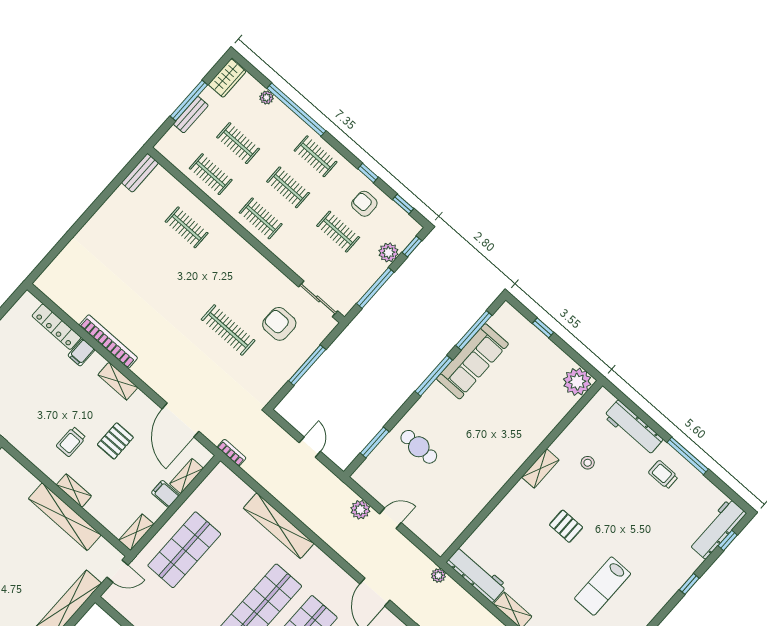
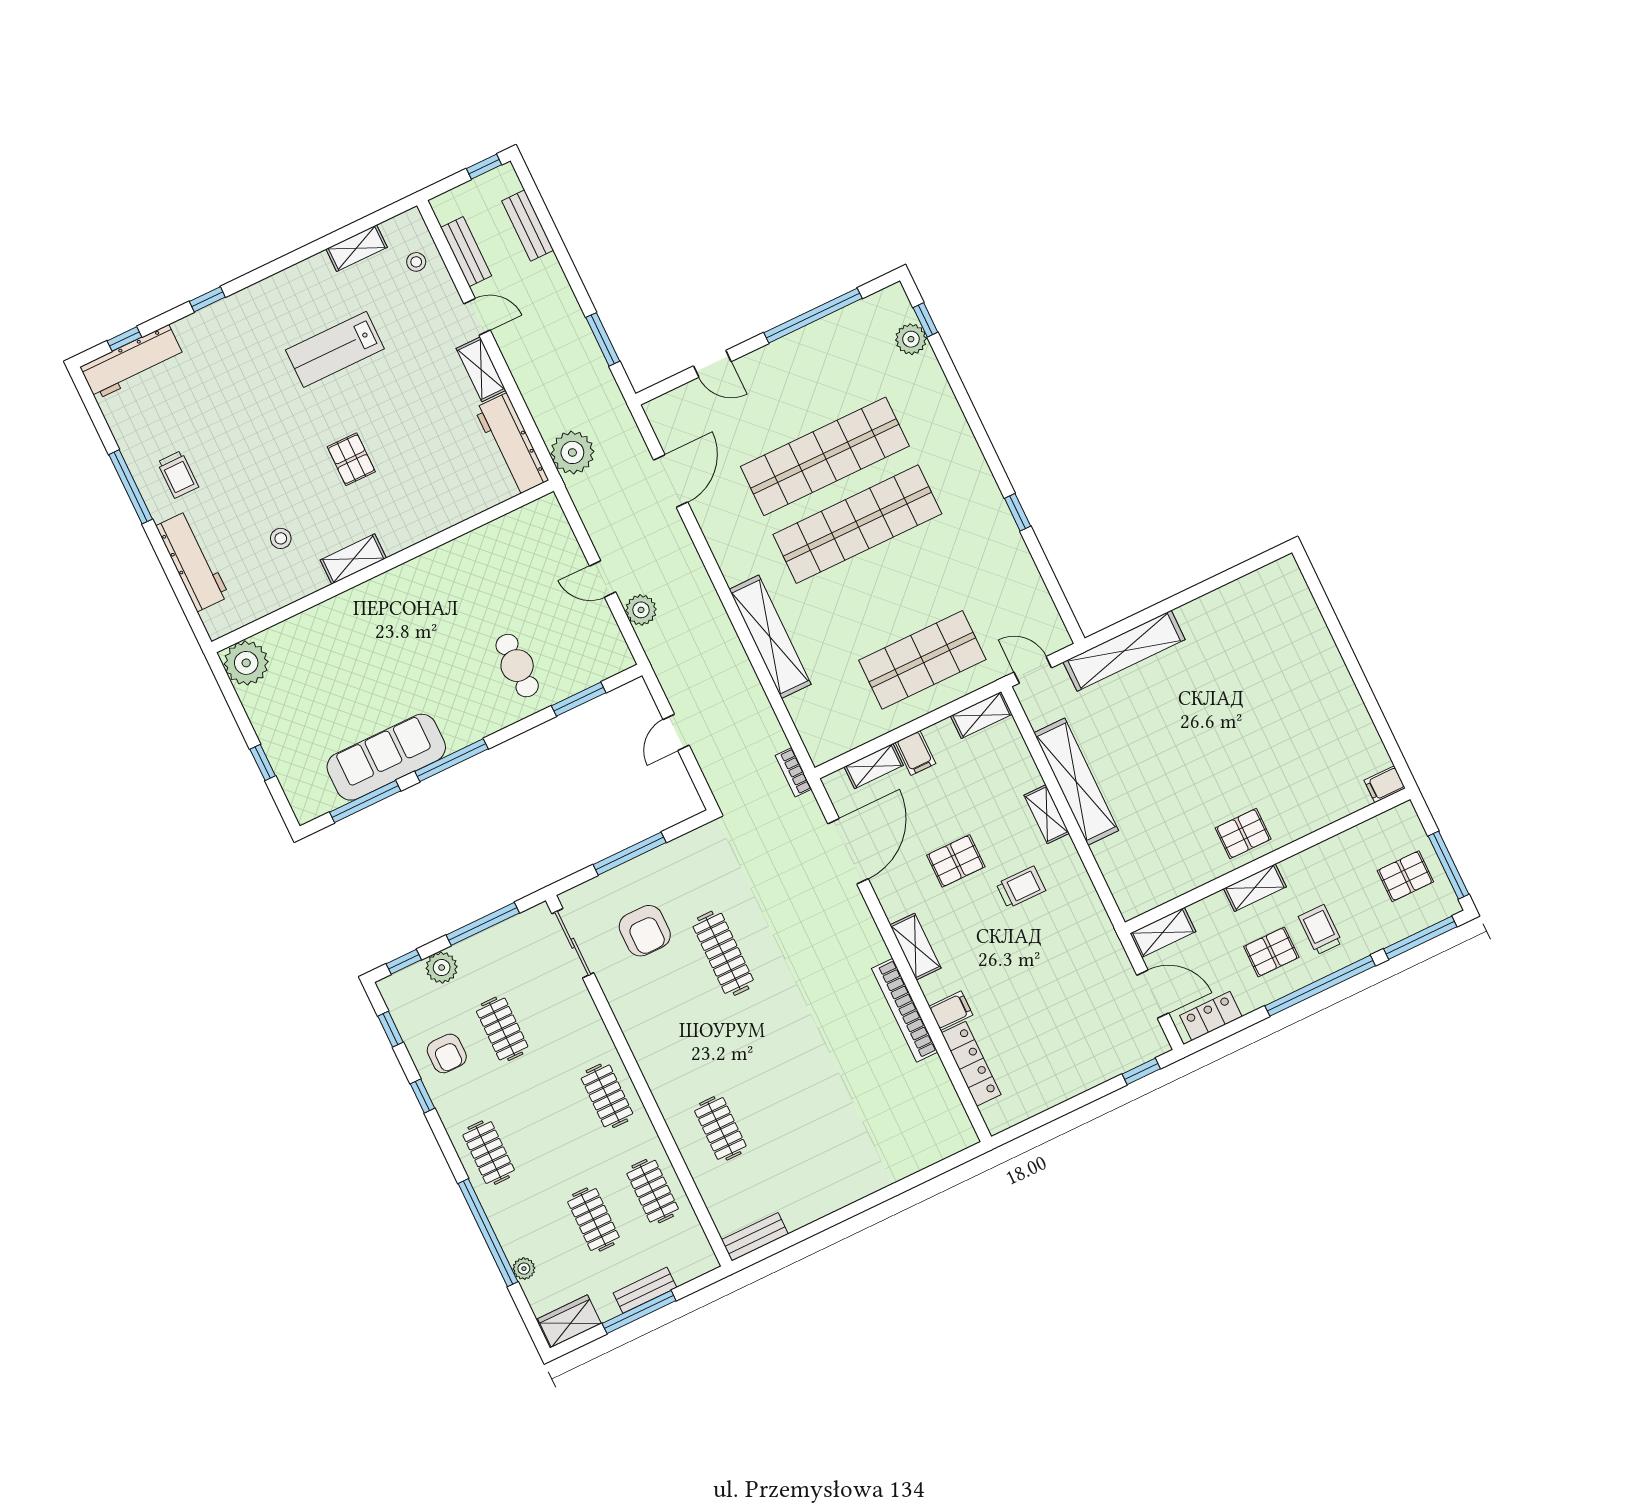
clothes rail: (288, 187) -> (548, 1124), removed
plant: (438, 575) -> (572, 452), width x1.88, depth x1.88
lab bench: (603, 586) -> (335, 349), turned 180

